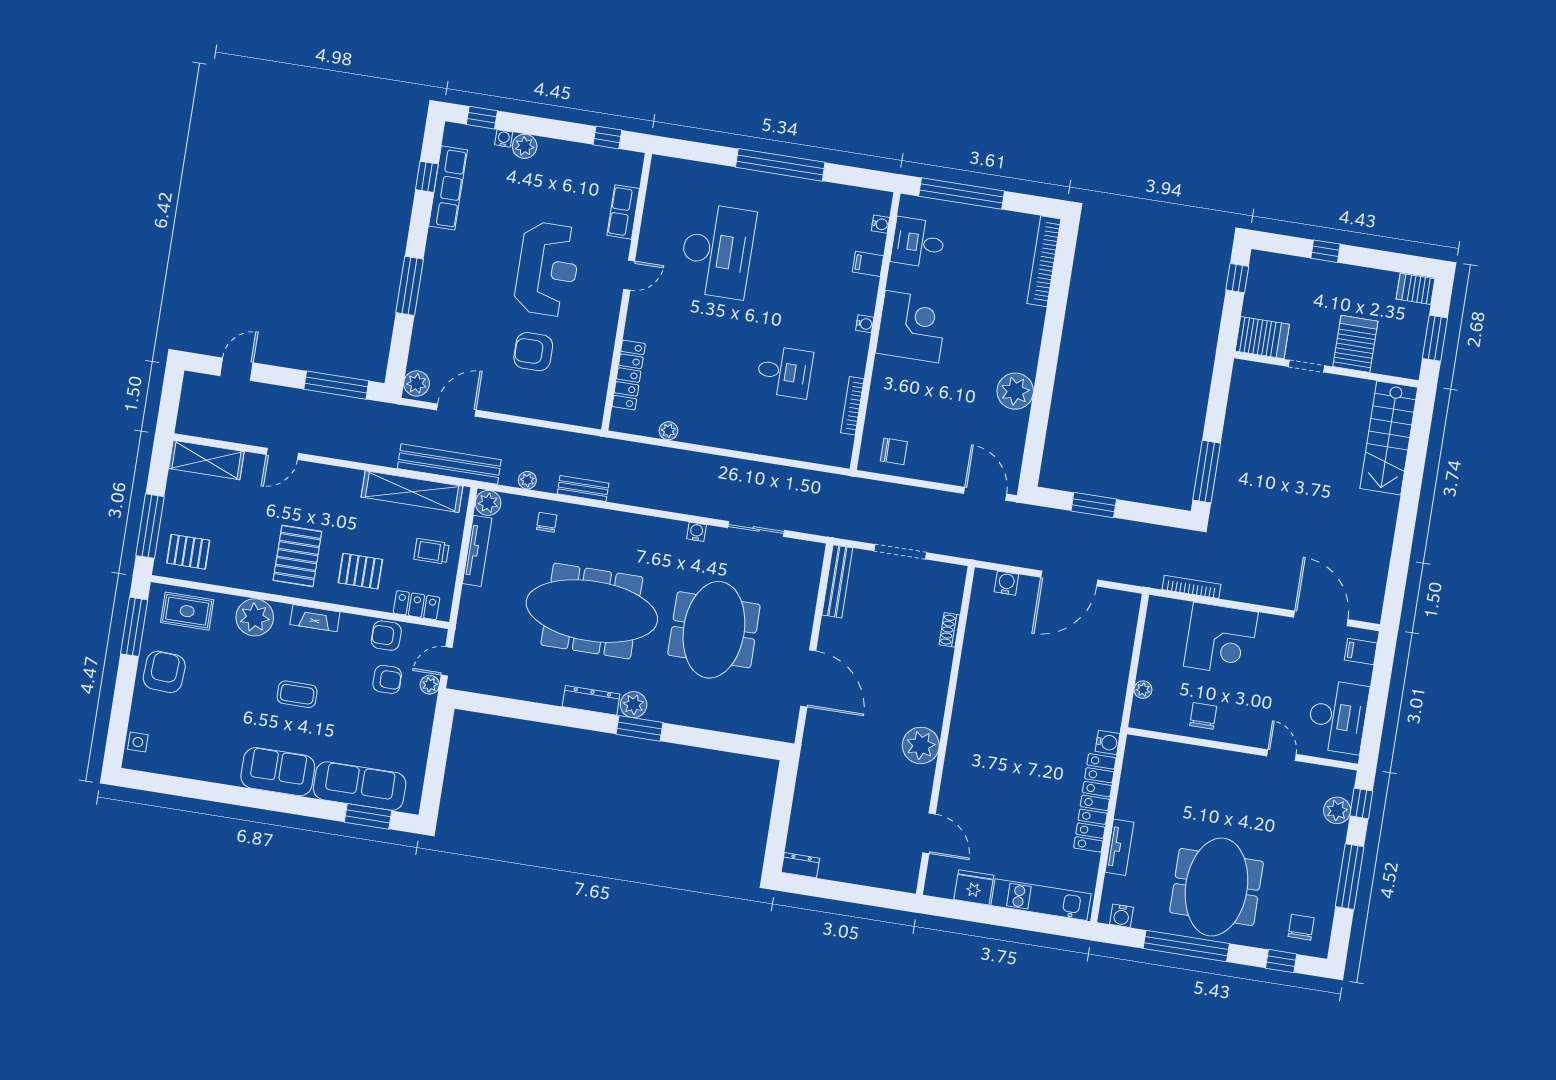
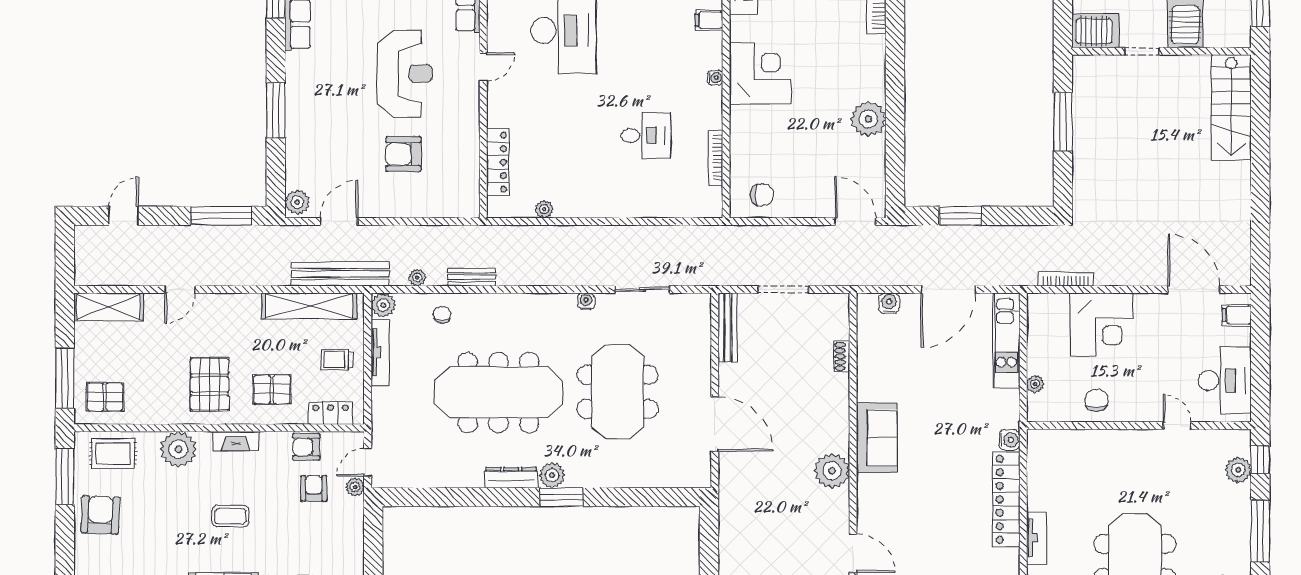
window: (1207, 472) -> (1063, 122), moved
kitchen unit: (1121, 640) -> (1006, 340), added
armchair: (387, 679) -> (314, 488), turned -90
sofa: (972, 719) -> (877, 438), added

